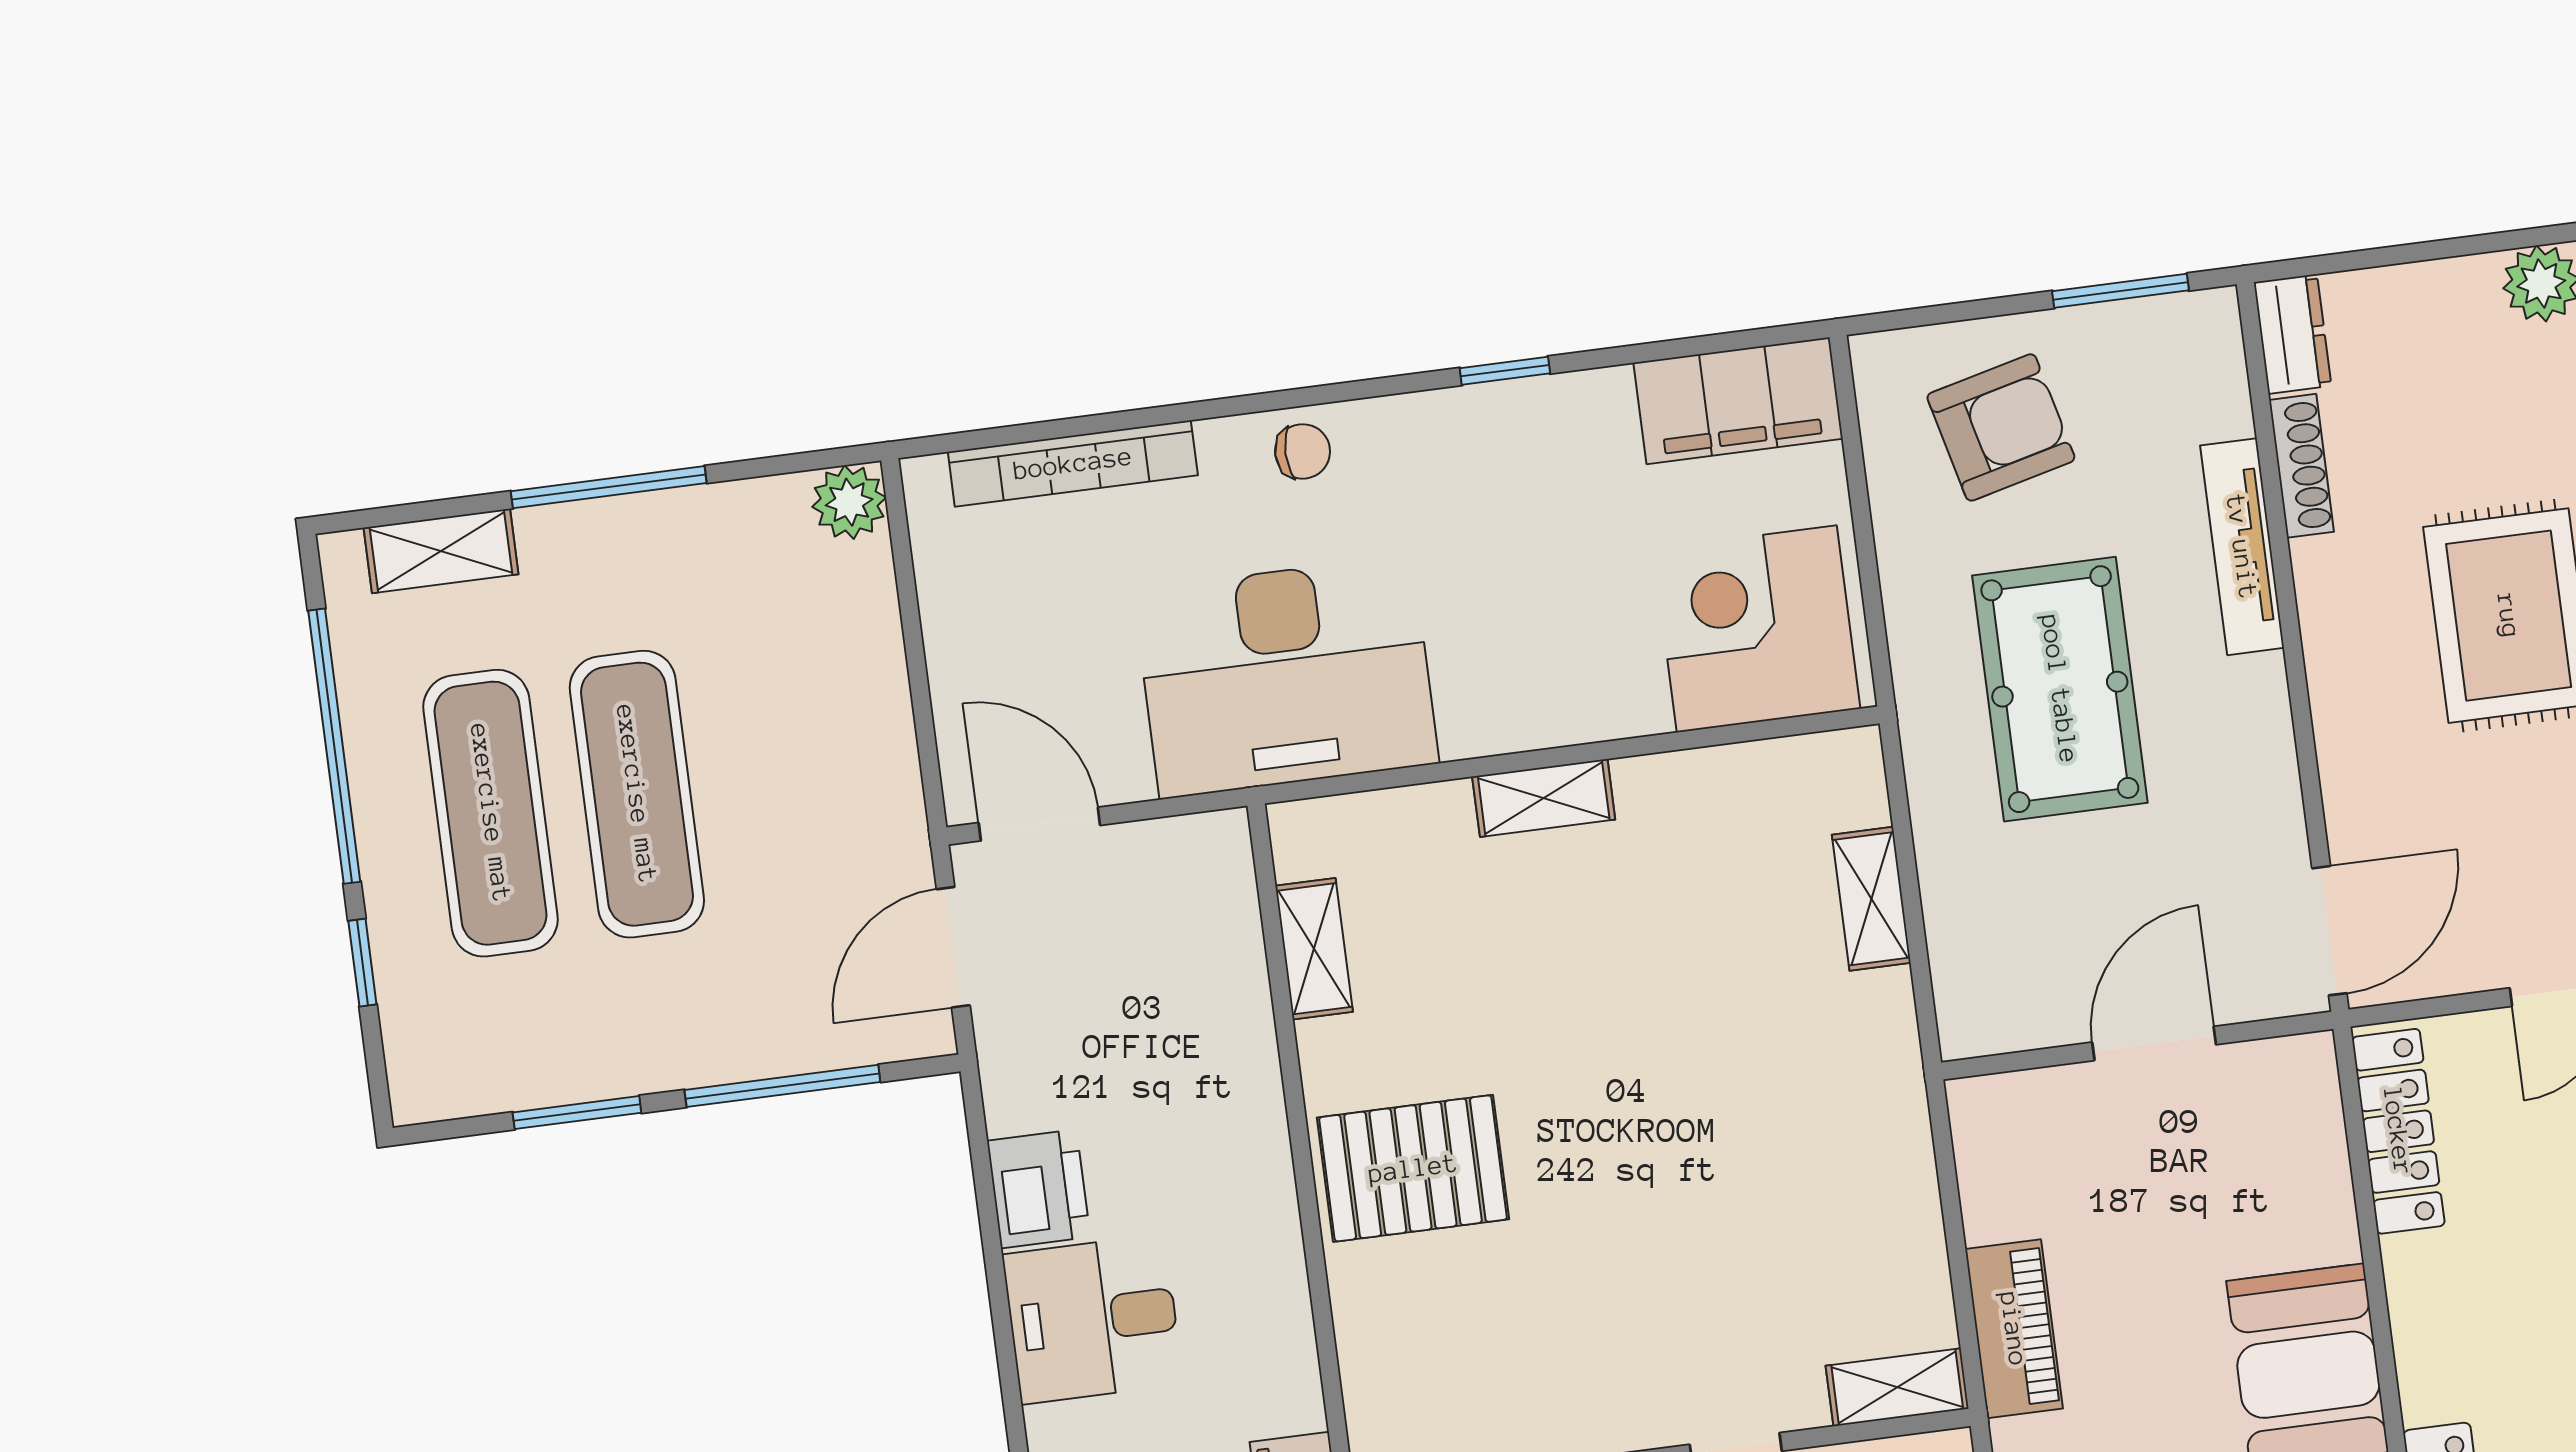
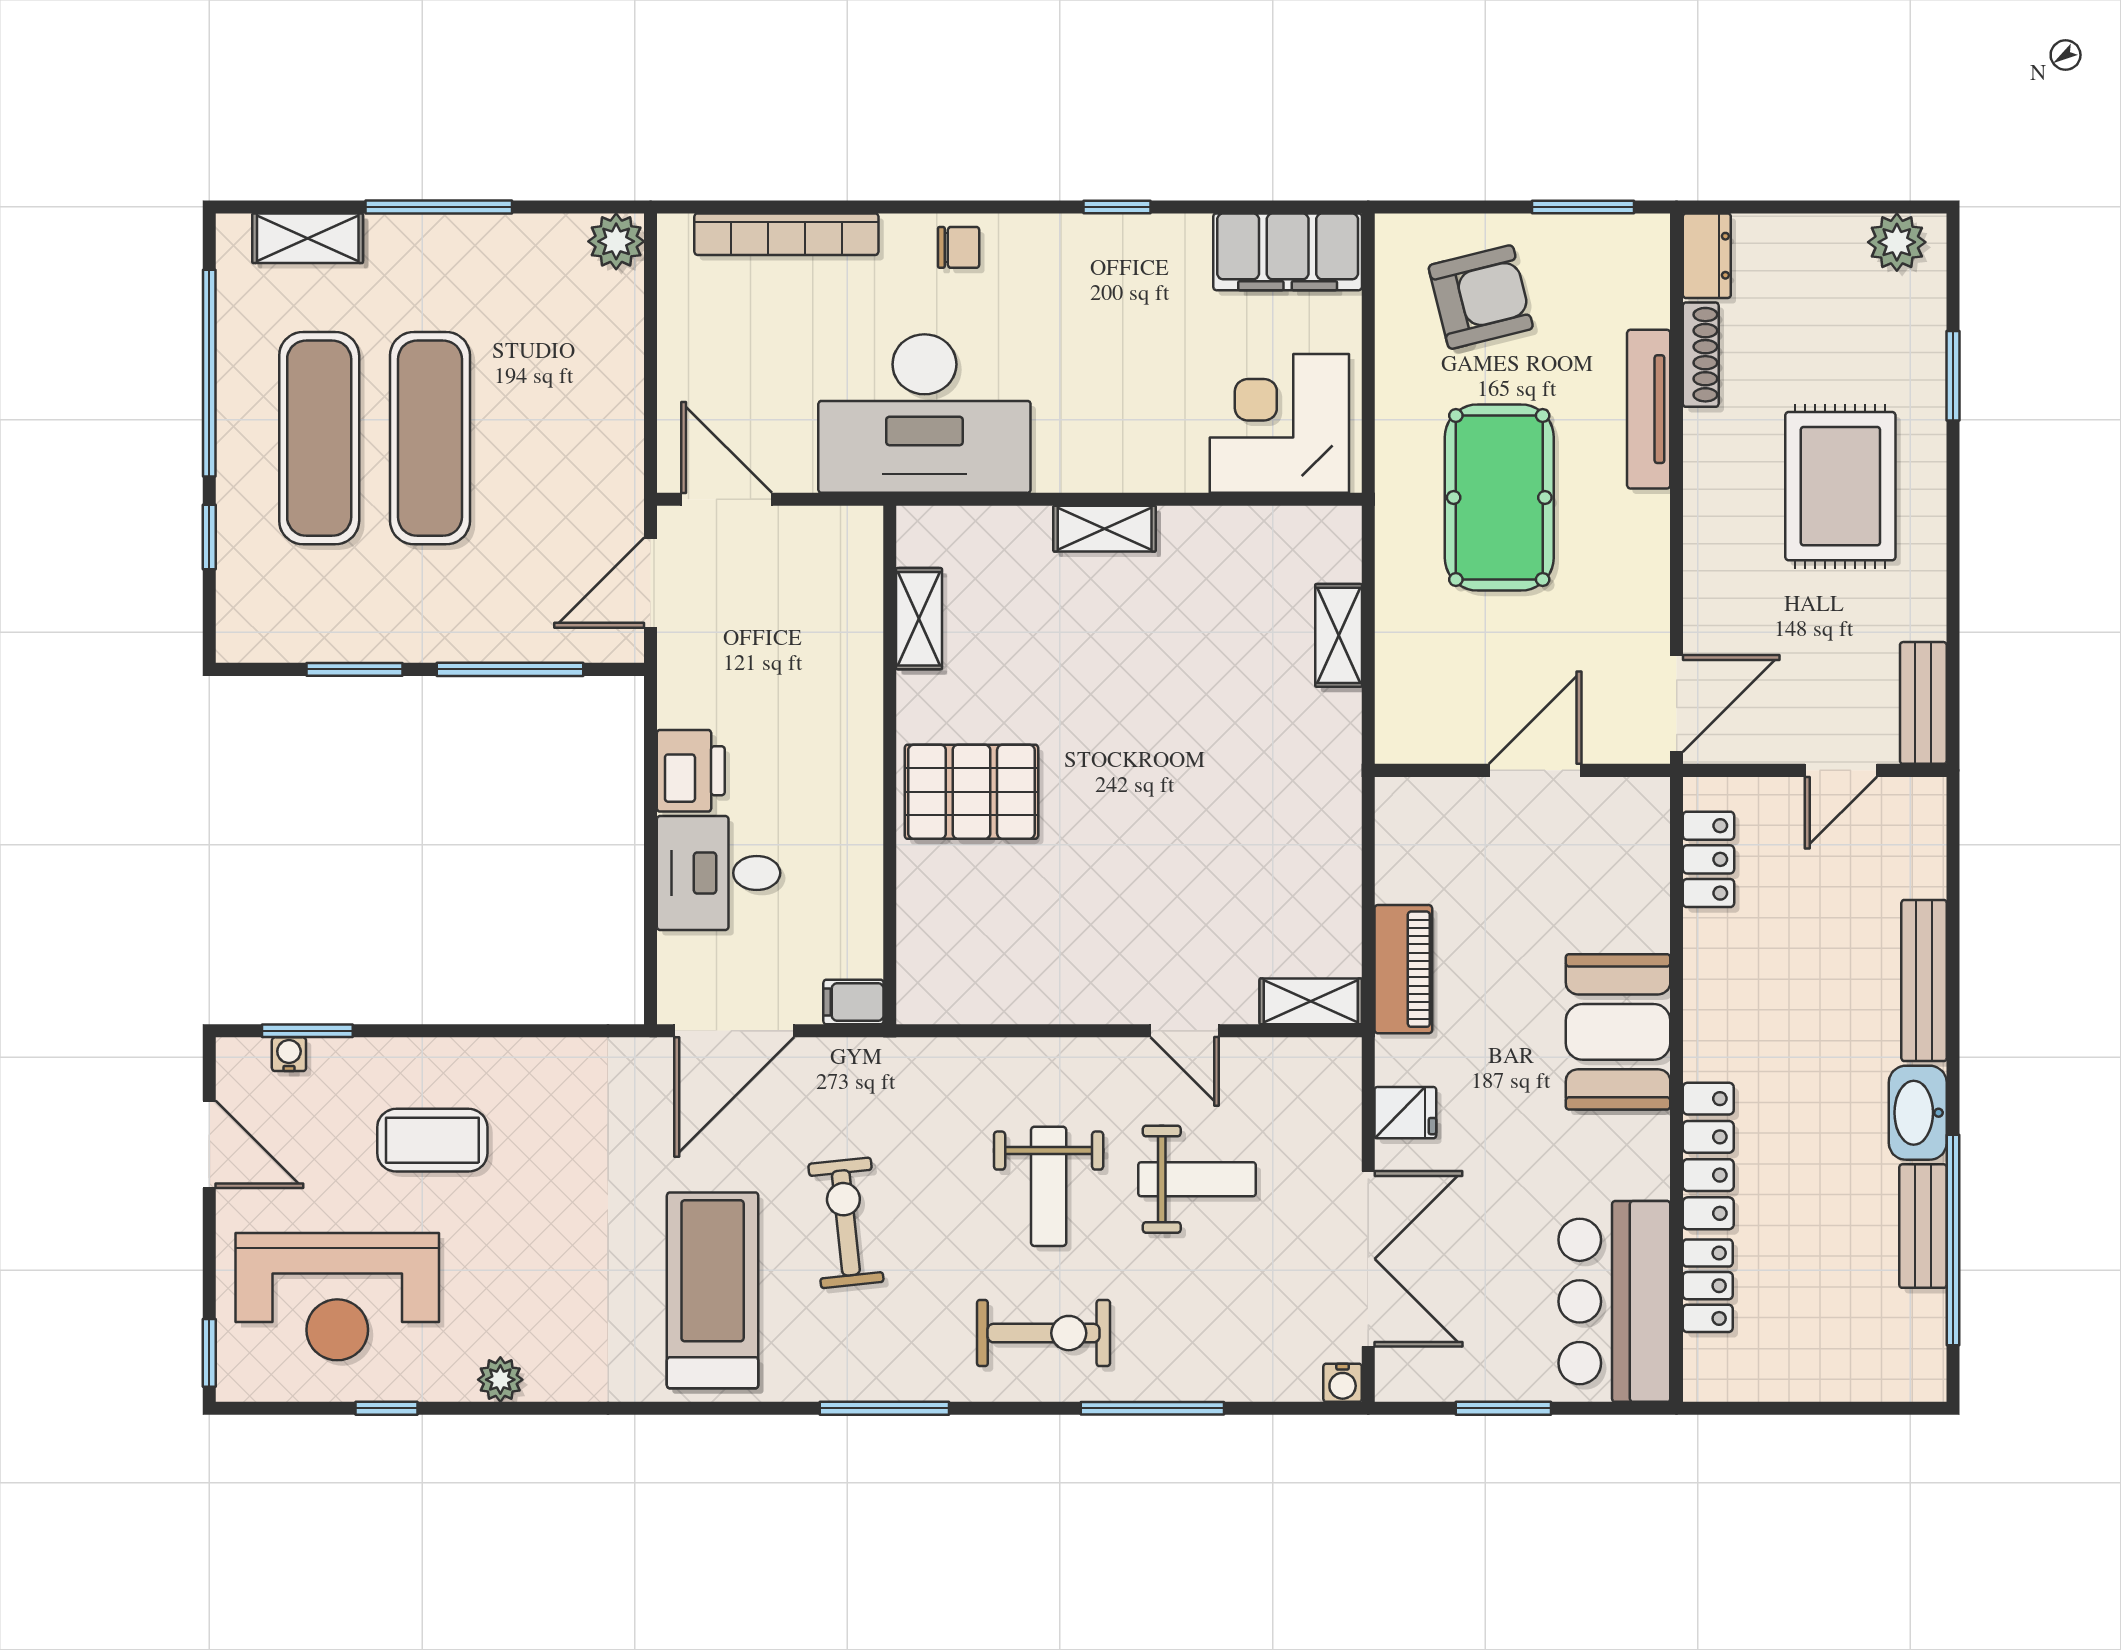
locker: (2398, 1131) -> (1708, 859), width x0.66

